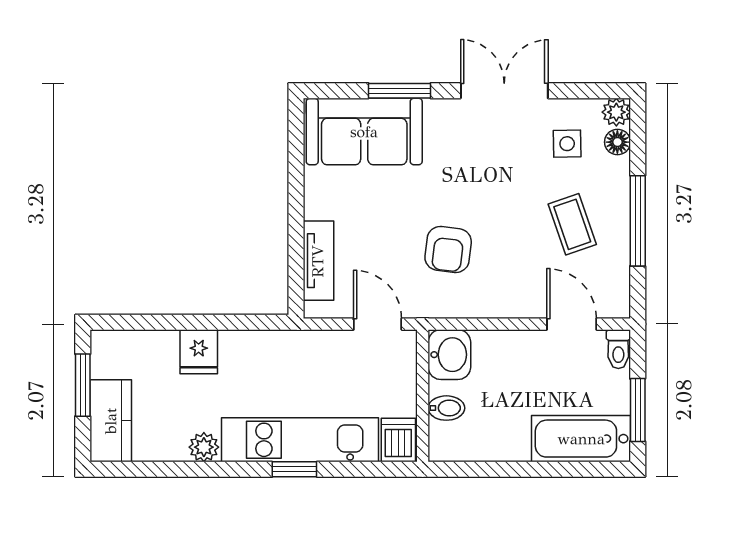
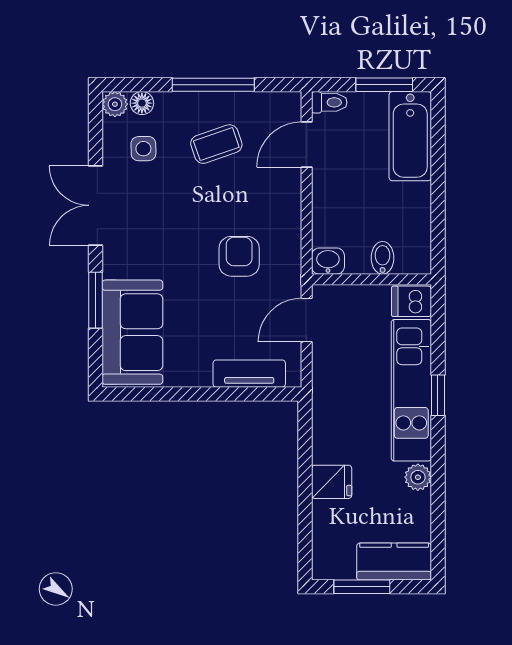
armchair: (448, 249) -> (239, 256), turned -97
washbasin: (449, 355) -> (328, 261), width x0.72, depth x0.69

